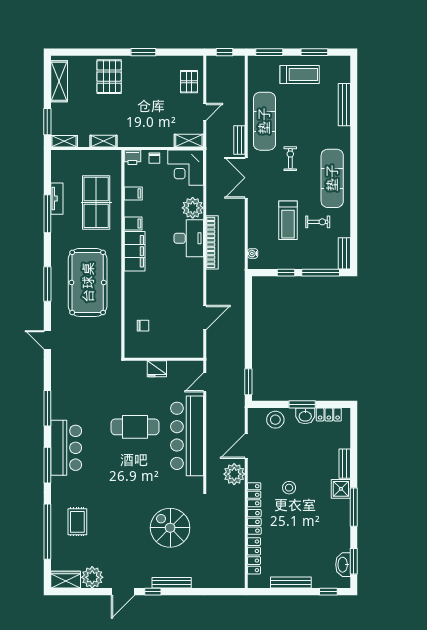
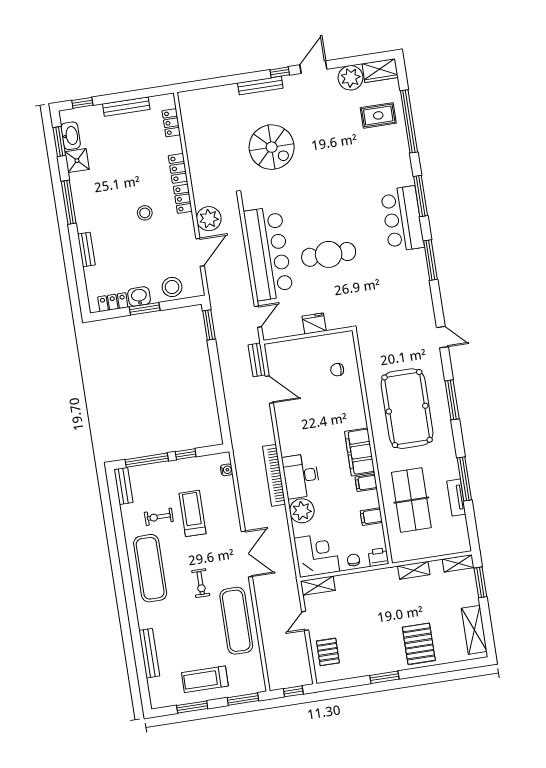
bench: (239, 140) -> (257, 360), moved
door: (205, 318) -> (269, 390), swing flipped
shower: (341, 489) -> (77, 161), moved
rug: (77, 522) -> (378, 115), moved, turned 90
locker: (254, 556) -> (171, 123), width x0.66

